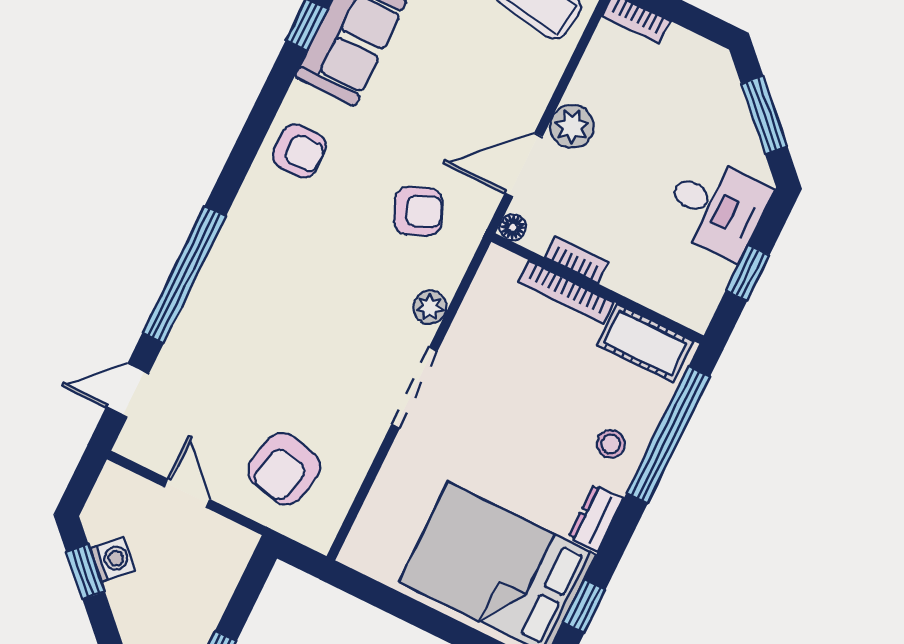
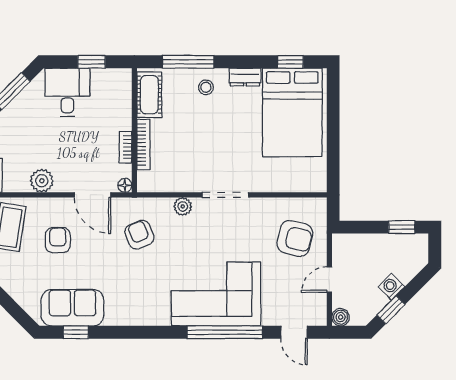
plant: (572, 126) -> (42, 181), moved
armchair: (299, 151) -> (58, 240), moved
corner sofa: (256, 291) -> (216, 294), added
window: (668, 435) -> (188, 62), width x0.68
boiler: (114, 481) -> (341, 317), added
washing machine: (112, 559) -> (391, 287), moved

